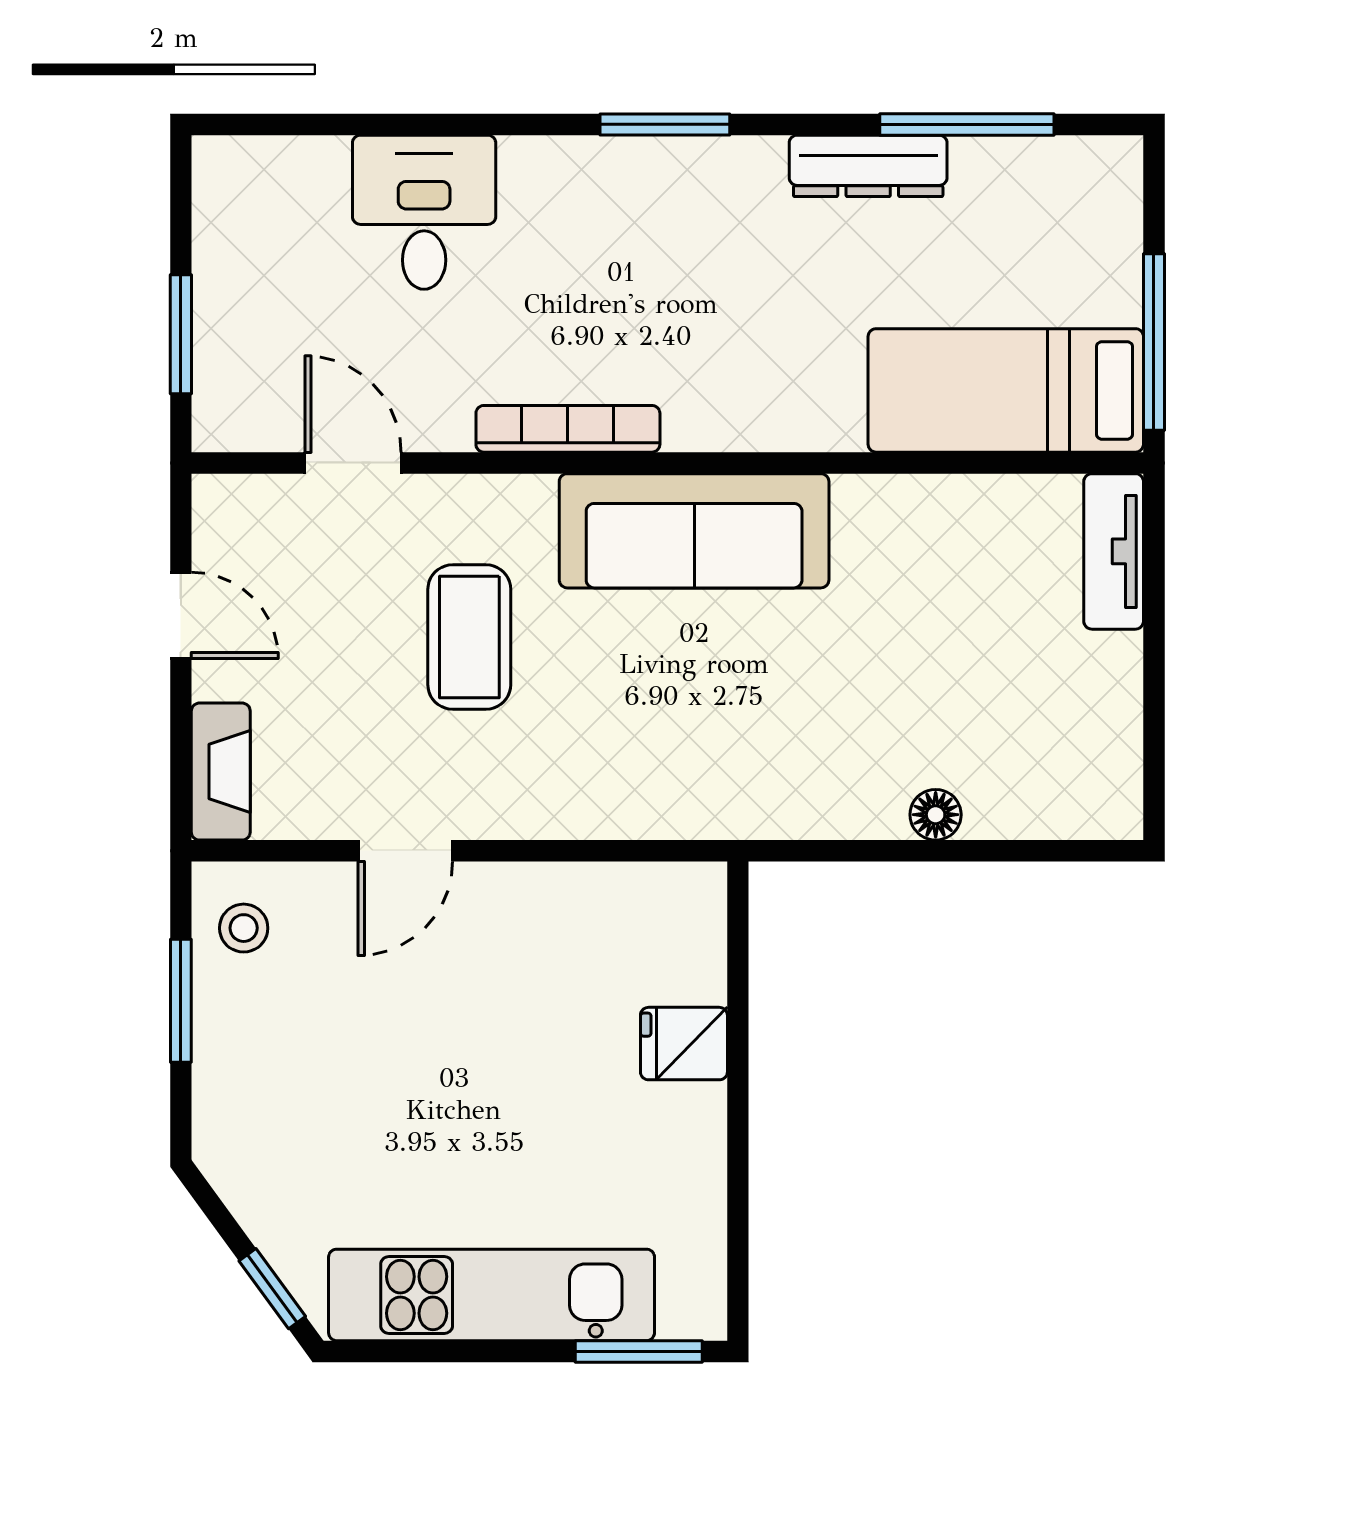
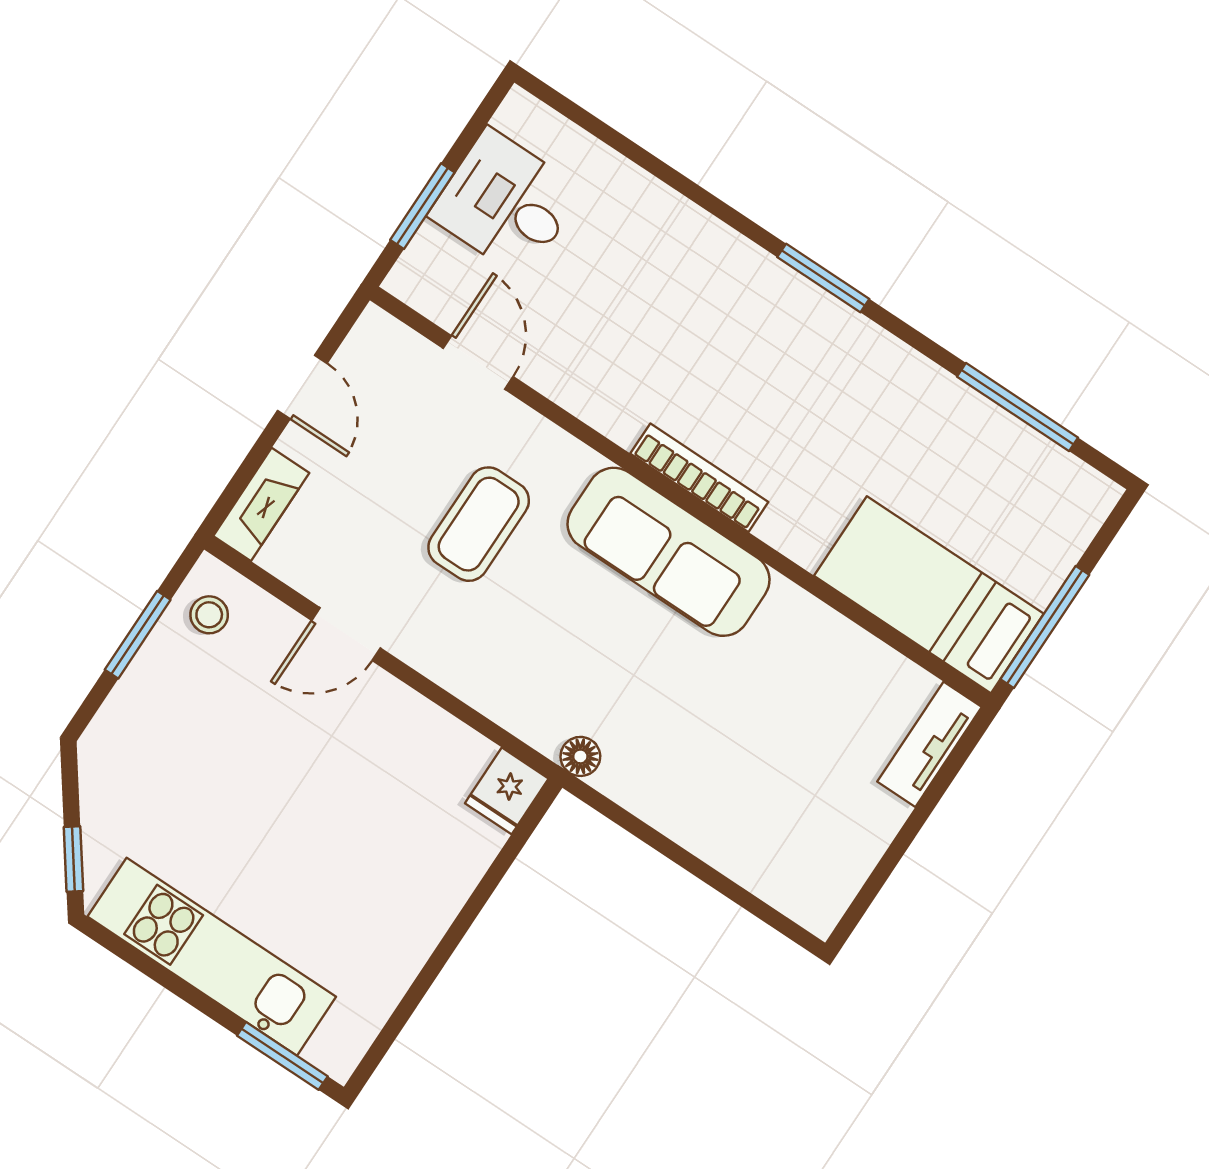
dresser: (868, 166) -> (936, 392), removed
desk: (424, 212) -> (506, 203), moved, turned -90
bookcase: (568, 429) -> (699, 478), moved
floor lamp: (936, 815) -> (580, 756), moved
fridge: (684, 1044) -> (507, 791), moved, turned -90

